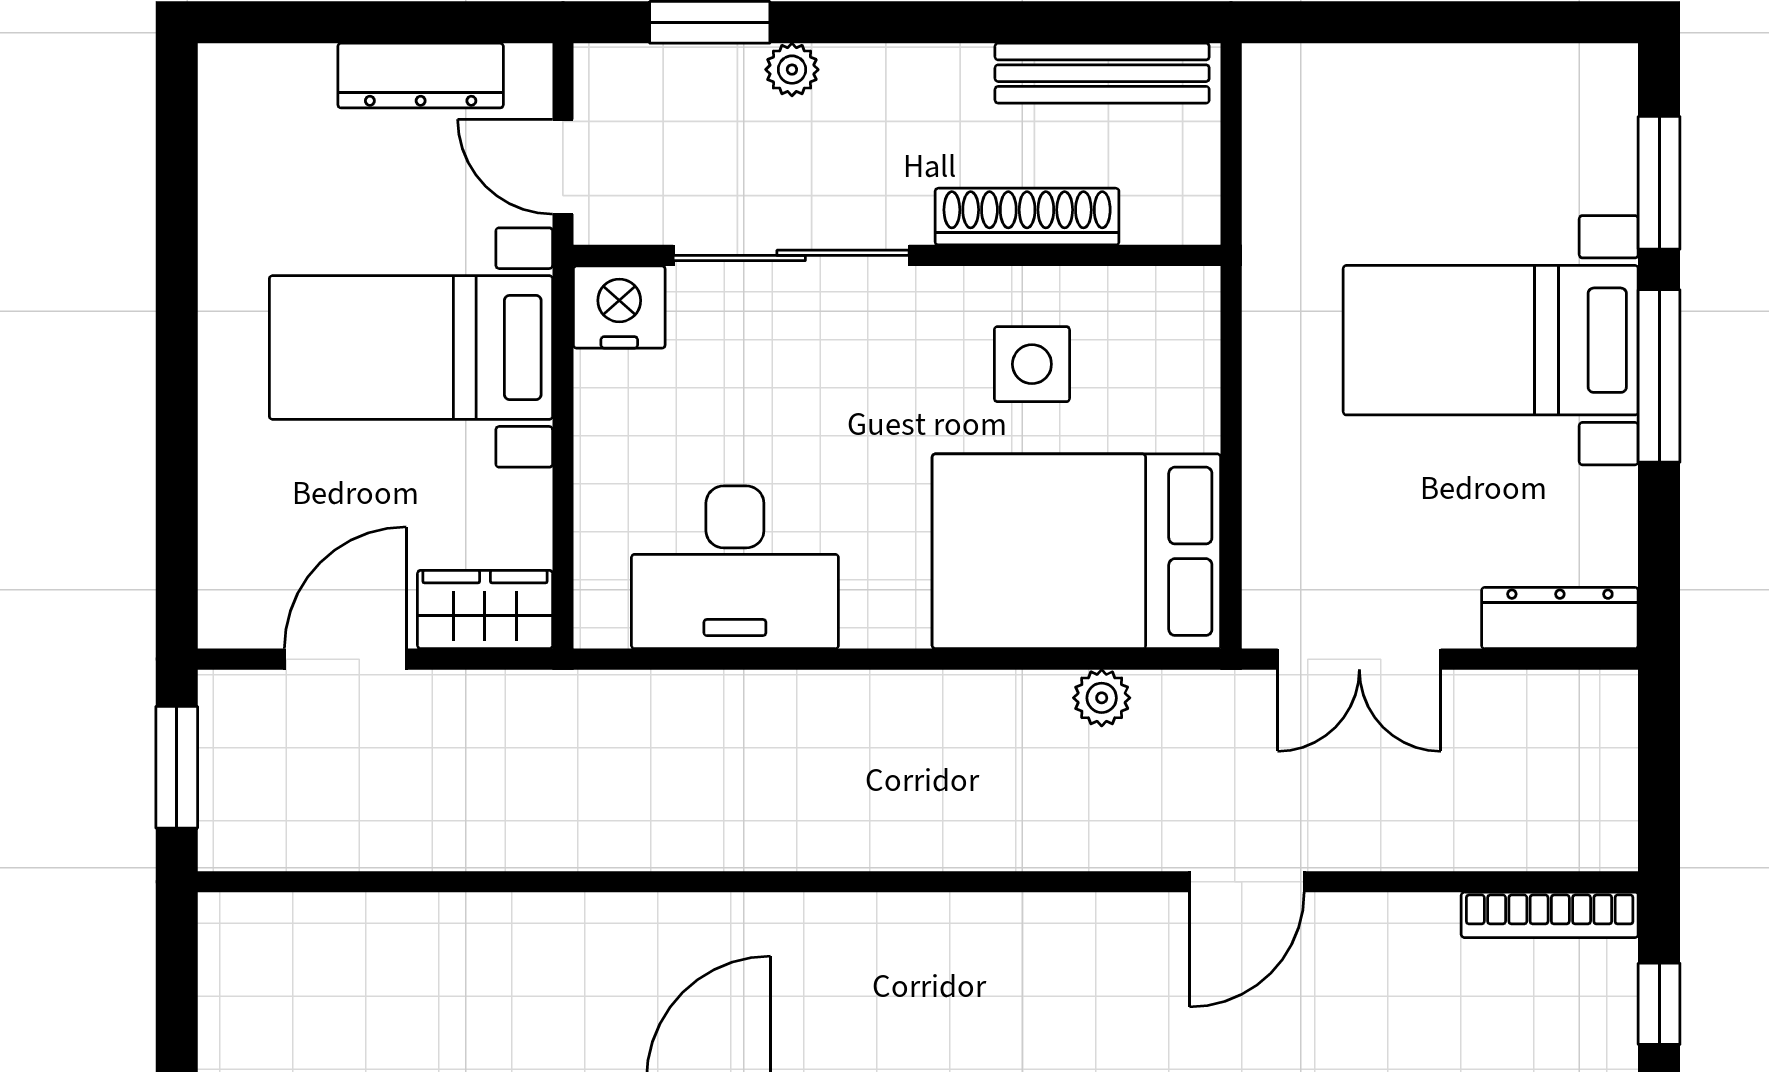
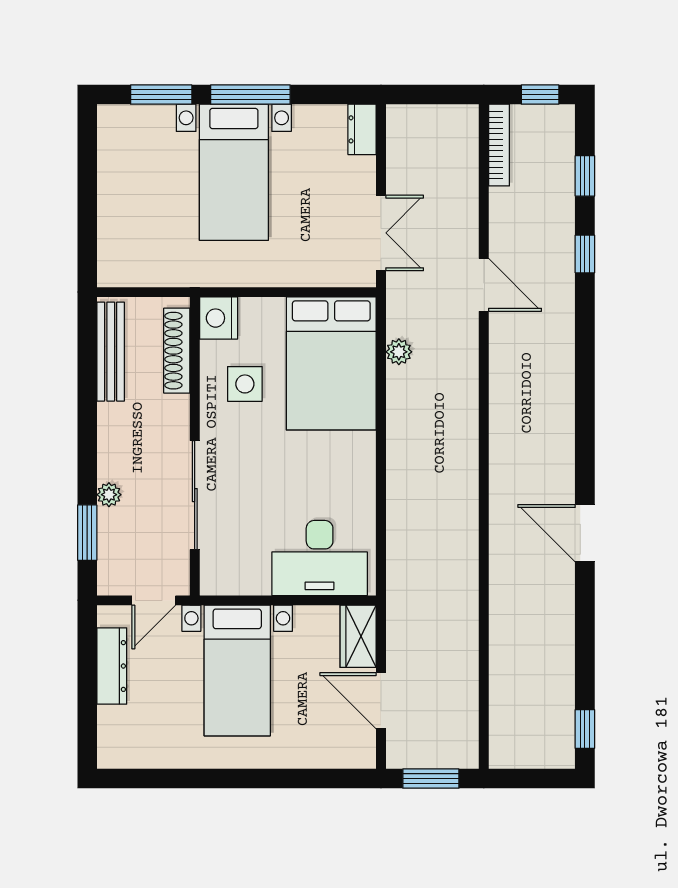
shoe rack: (1027, 217) -> (177, 351), moved
nightstand: (619, 307) -> (219, 318), moved
desk: (735, 567) -> (320, 558), moved, turned 90
dresser: (1560, 618) -> (362, 129), width x0.70

